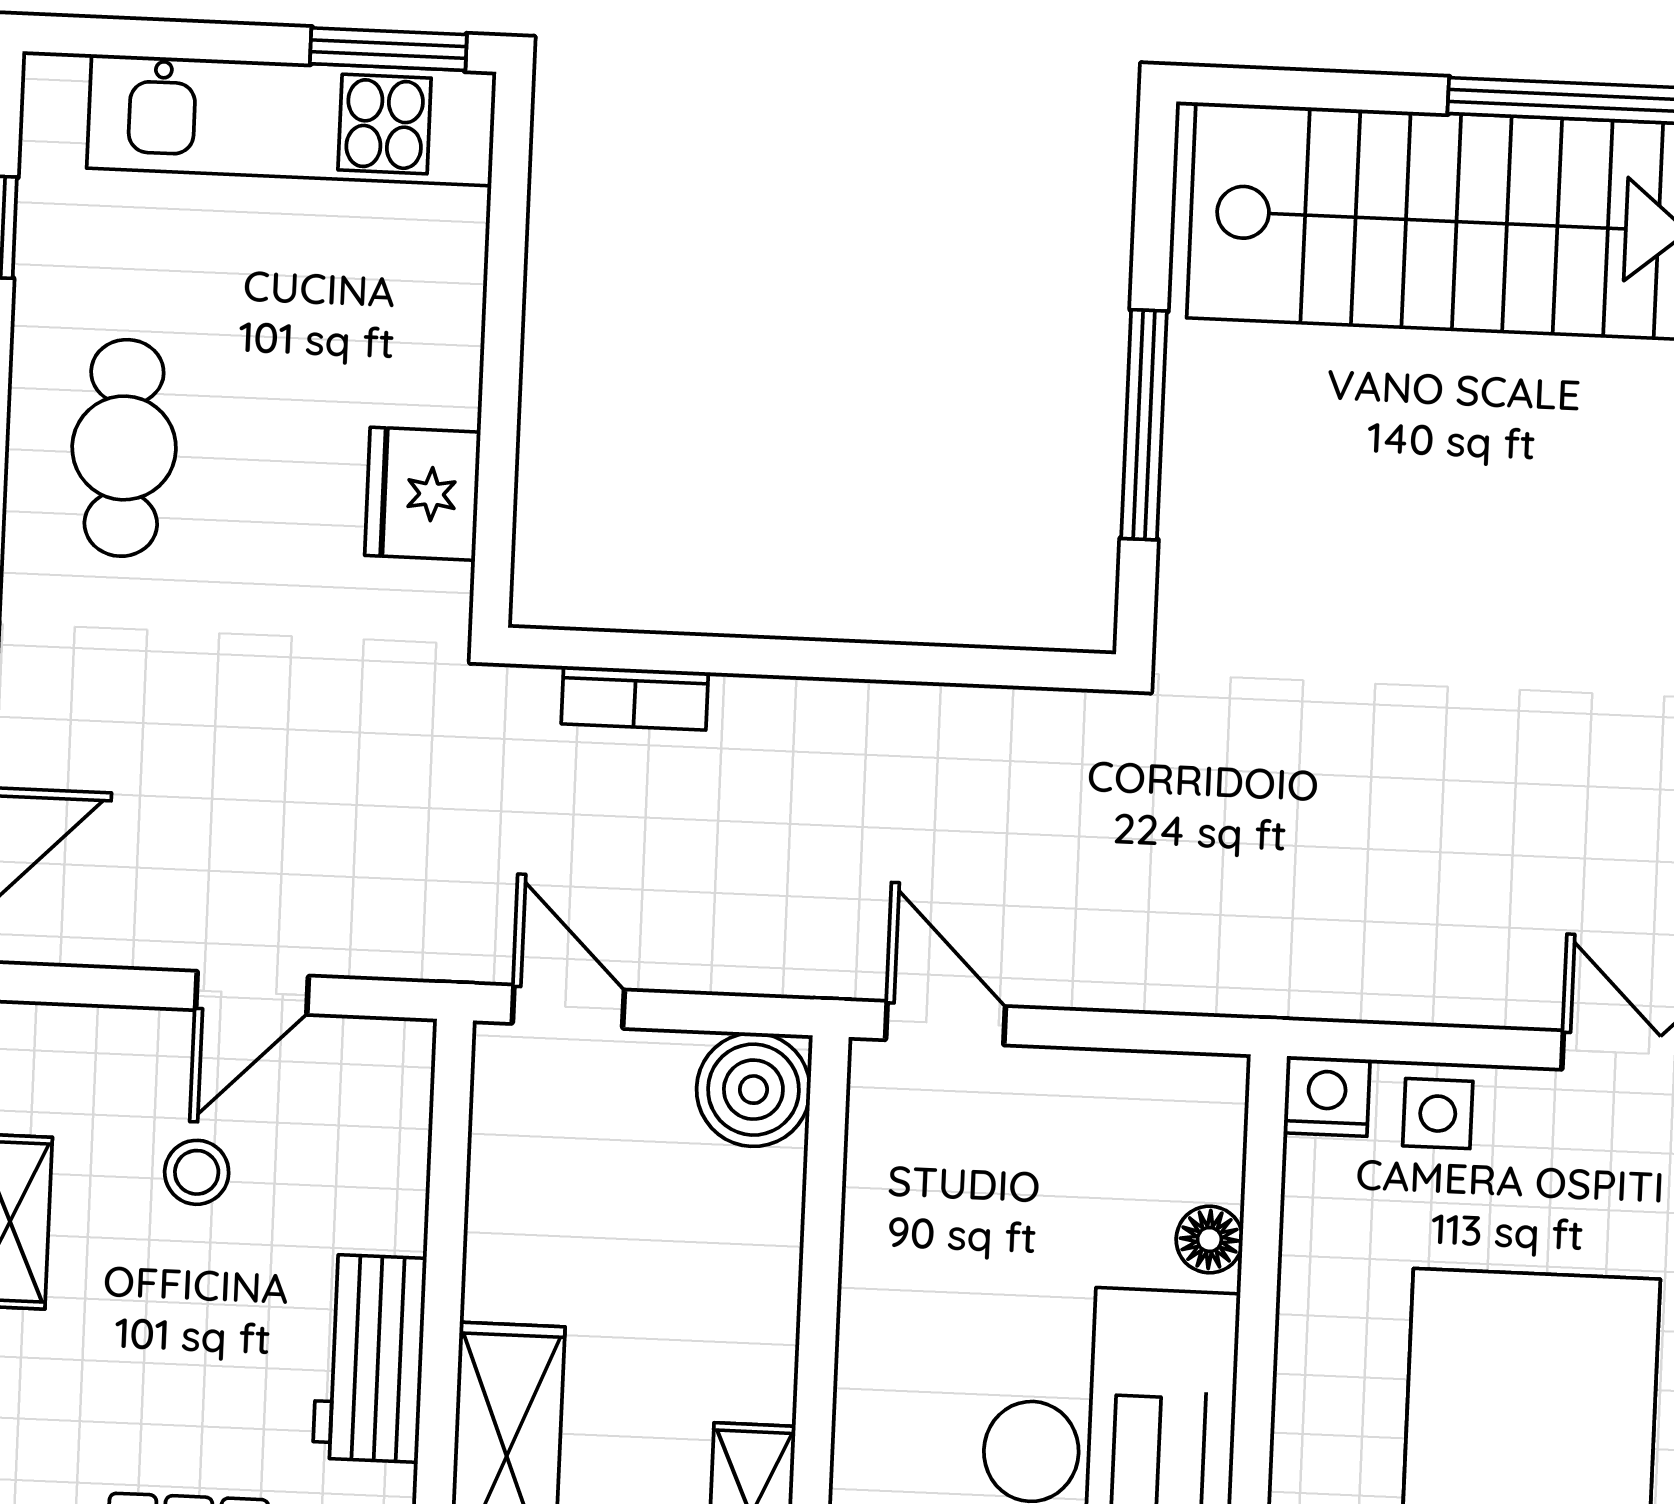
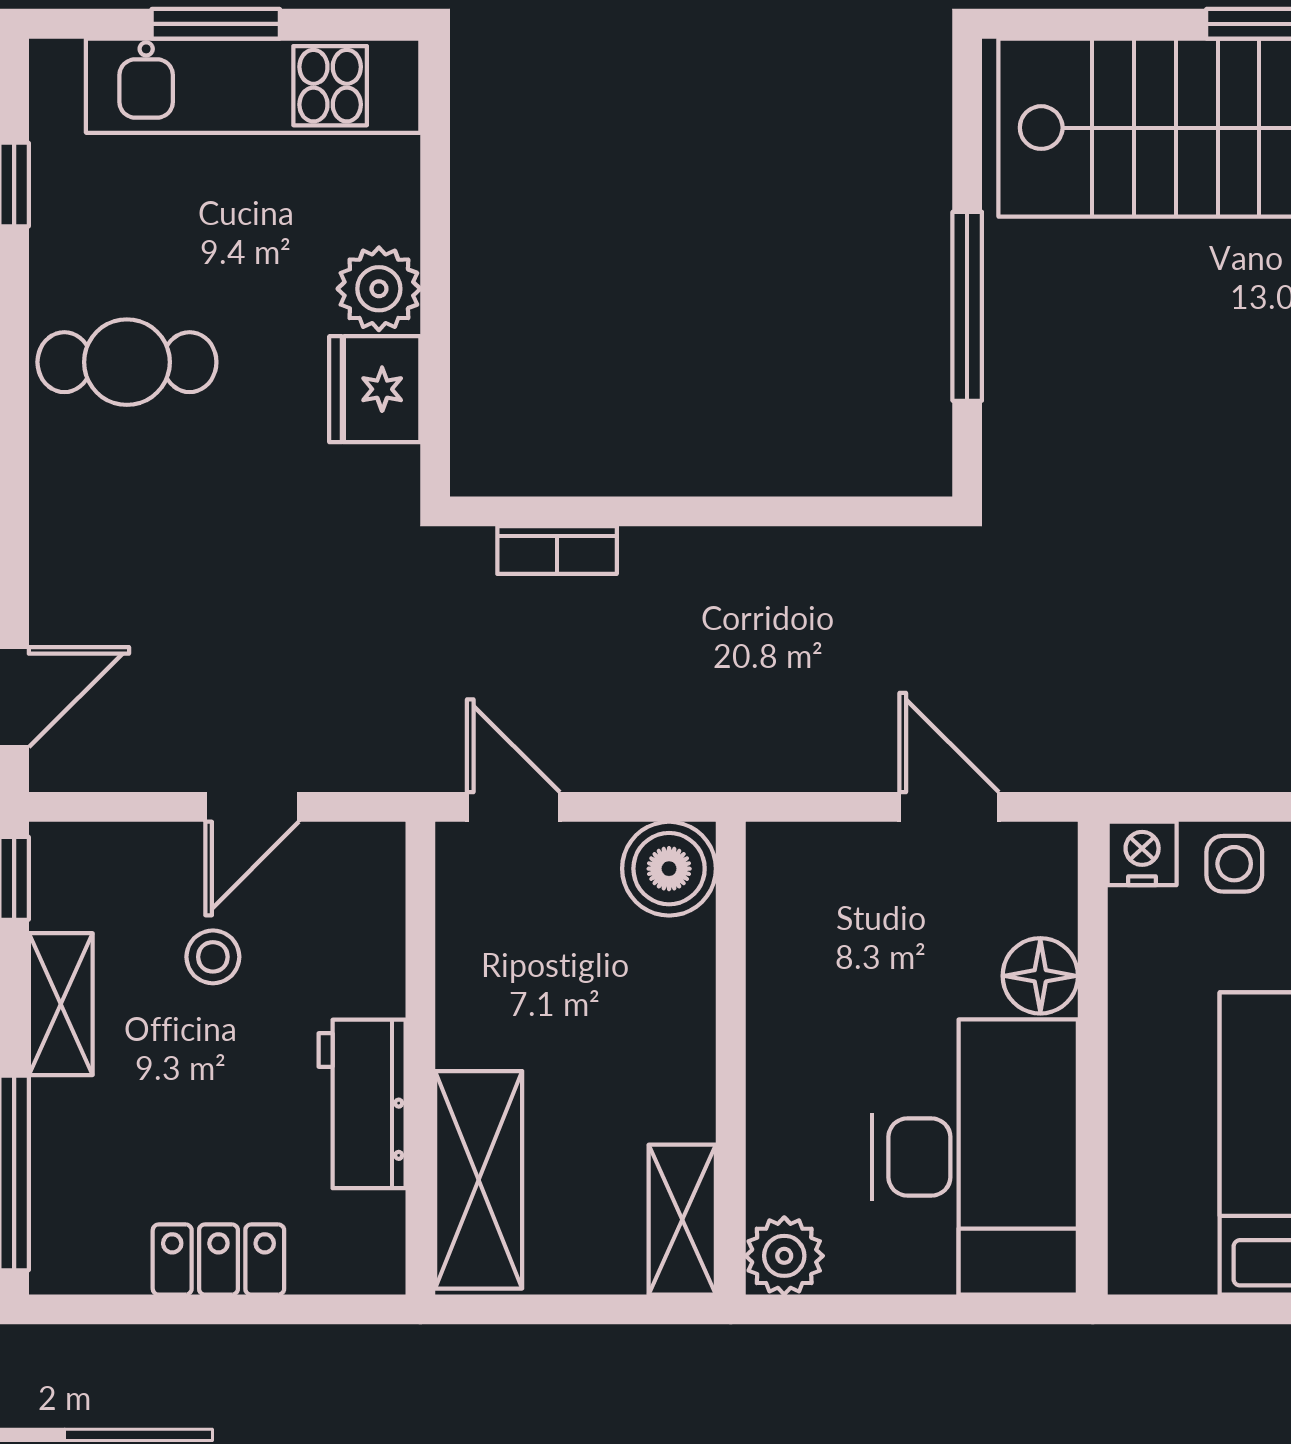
window: (388, 49) -> (216, 24), moved
plant: (433, 372) -> (379, 289), added
cafe table: (124, 448) -> (127, 362), turned 90
door: (945, 1023) -> (949, 807), moved
floor lamp: (1209, 1239) -> (1040, 976), width x1.37, depth x1.37

